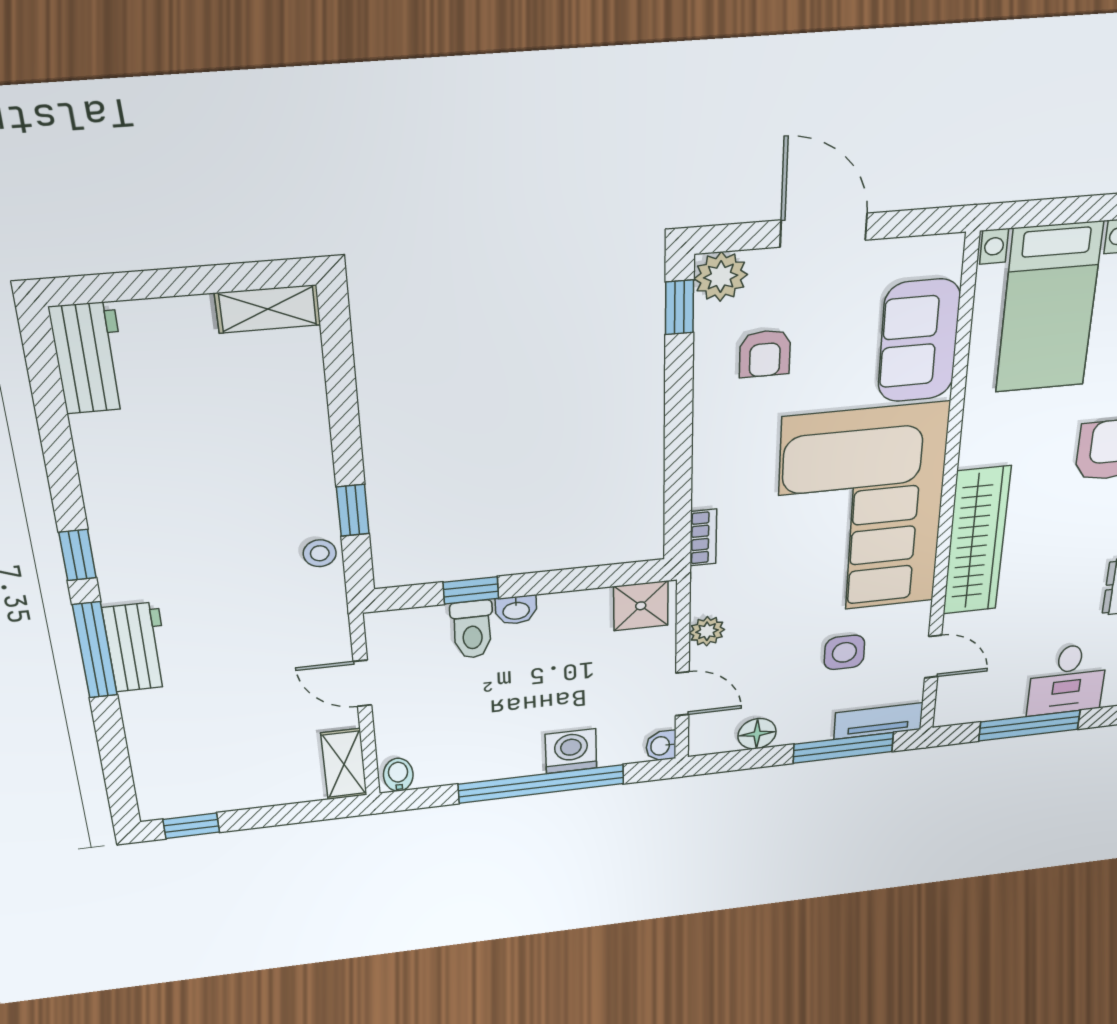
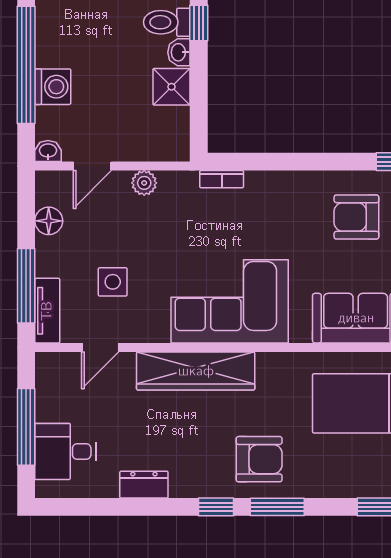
armchair: (765, 354) -> (356, 217), width x1.38, depth x1.38
corner sofa: (860, 511) -> (230, 301), width x0.73, depth x0.74
shower: (641, 606) -> (171, 87), moved

